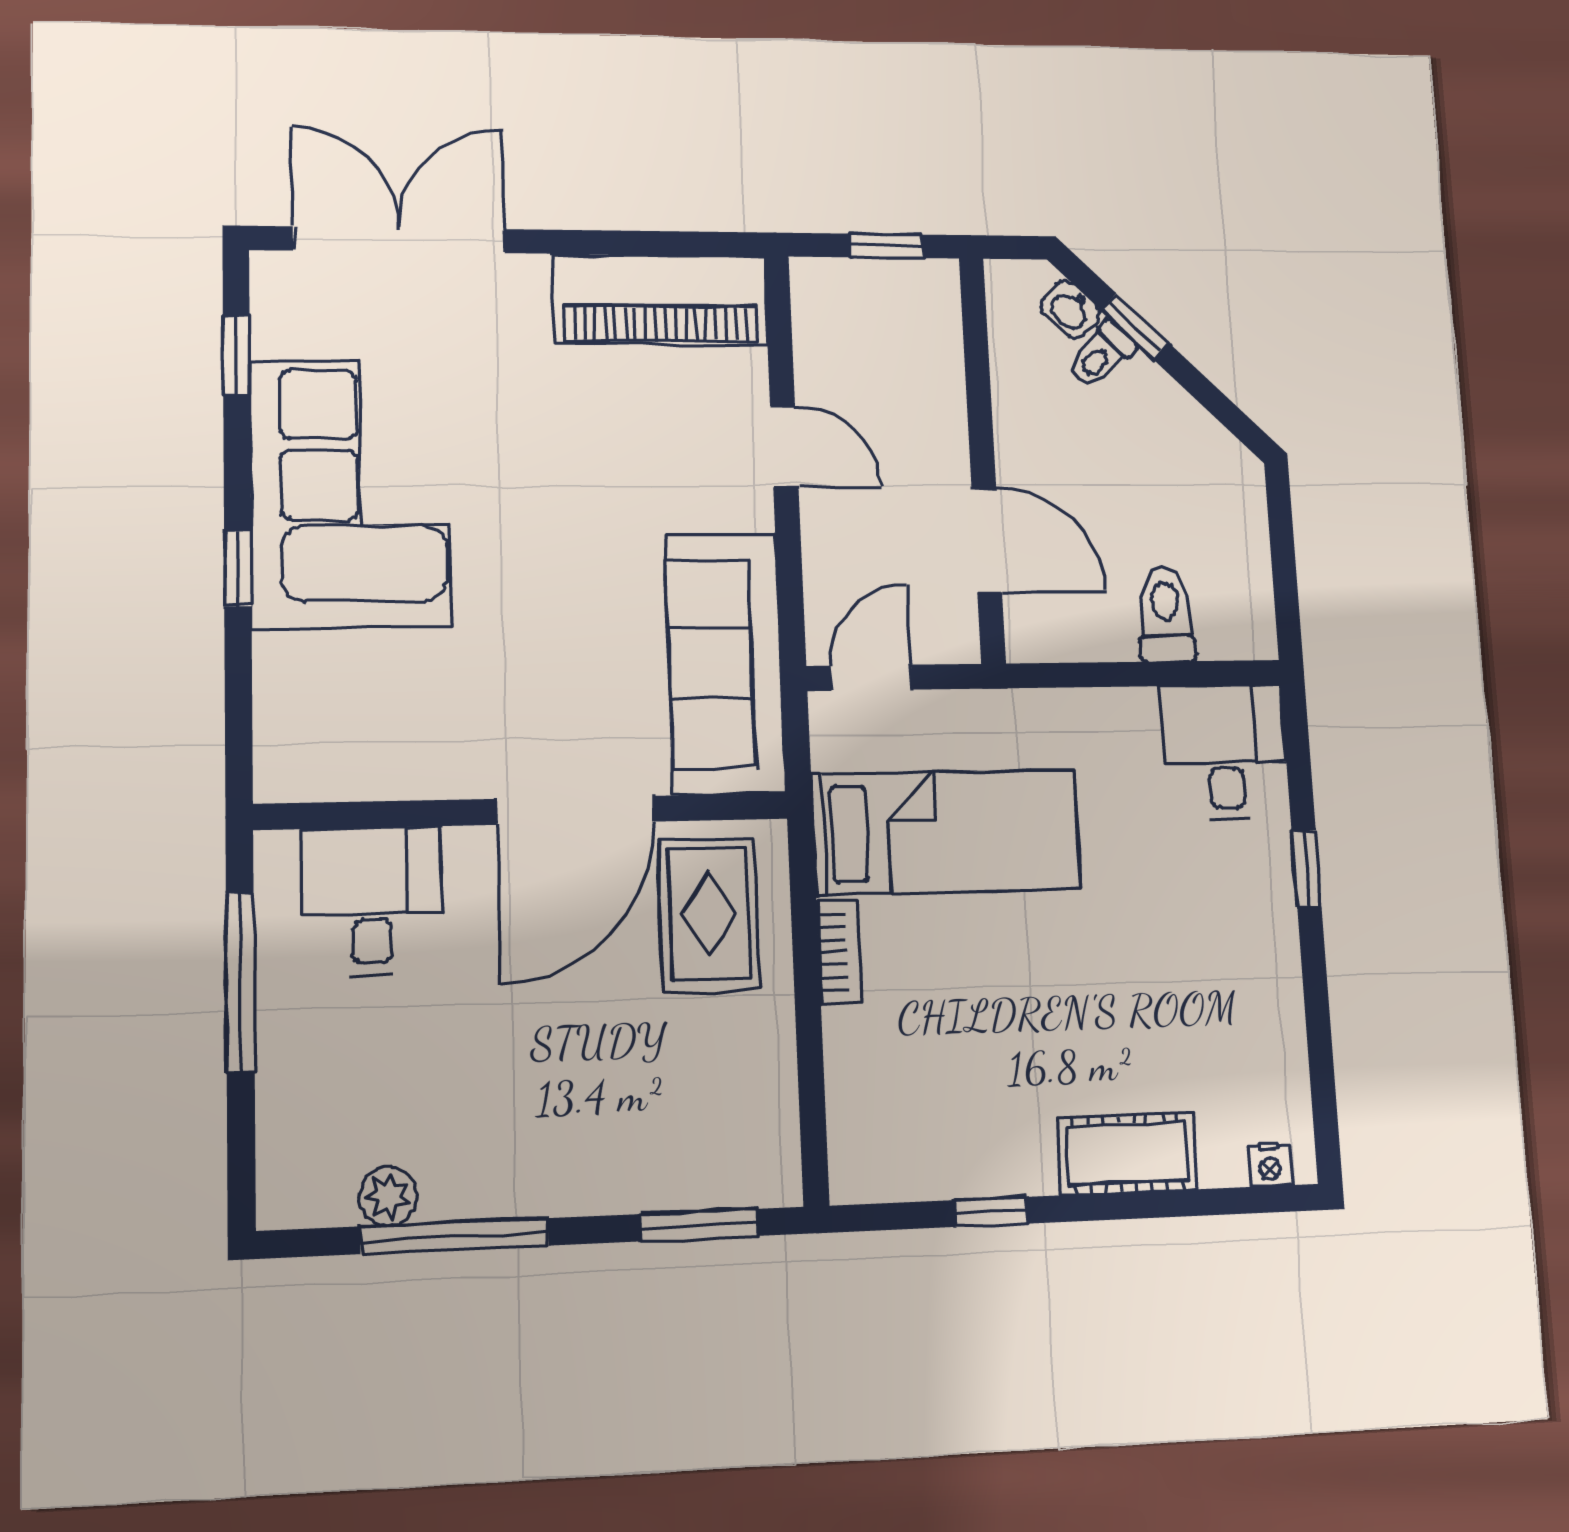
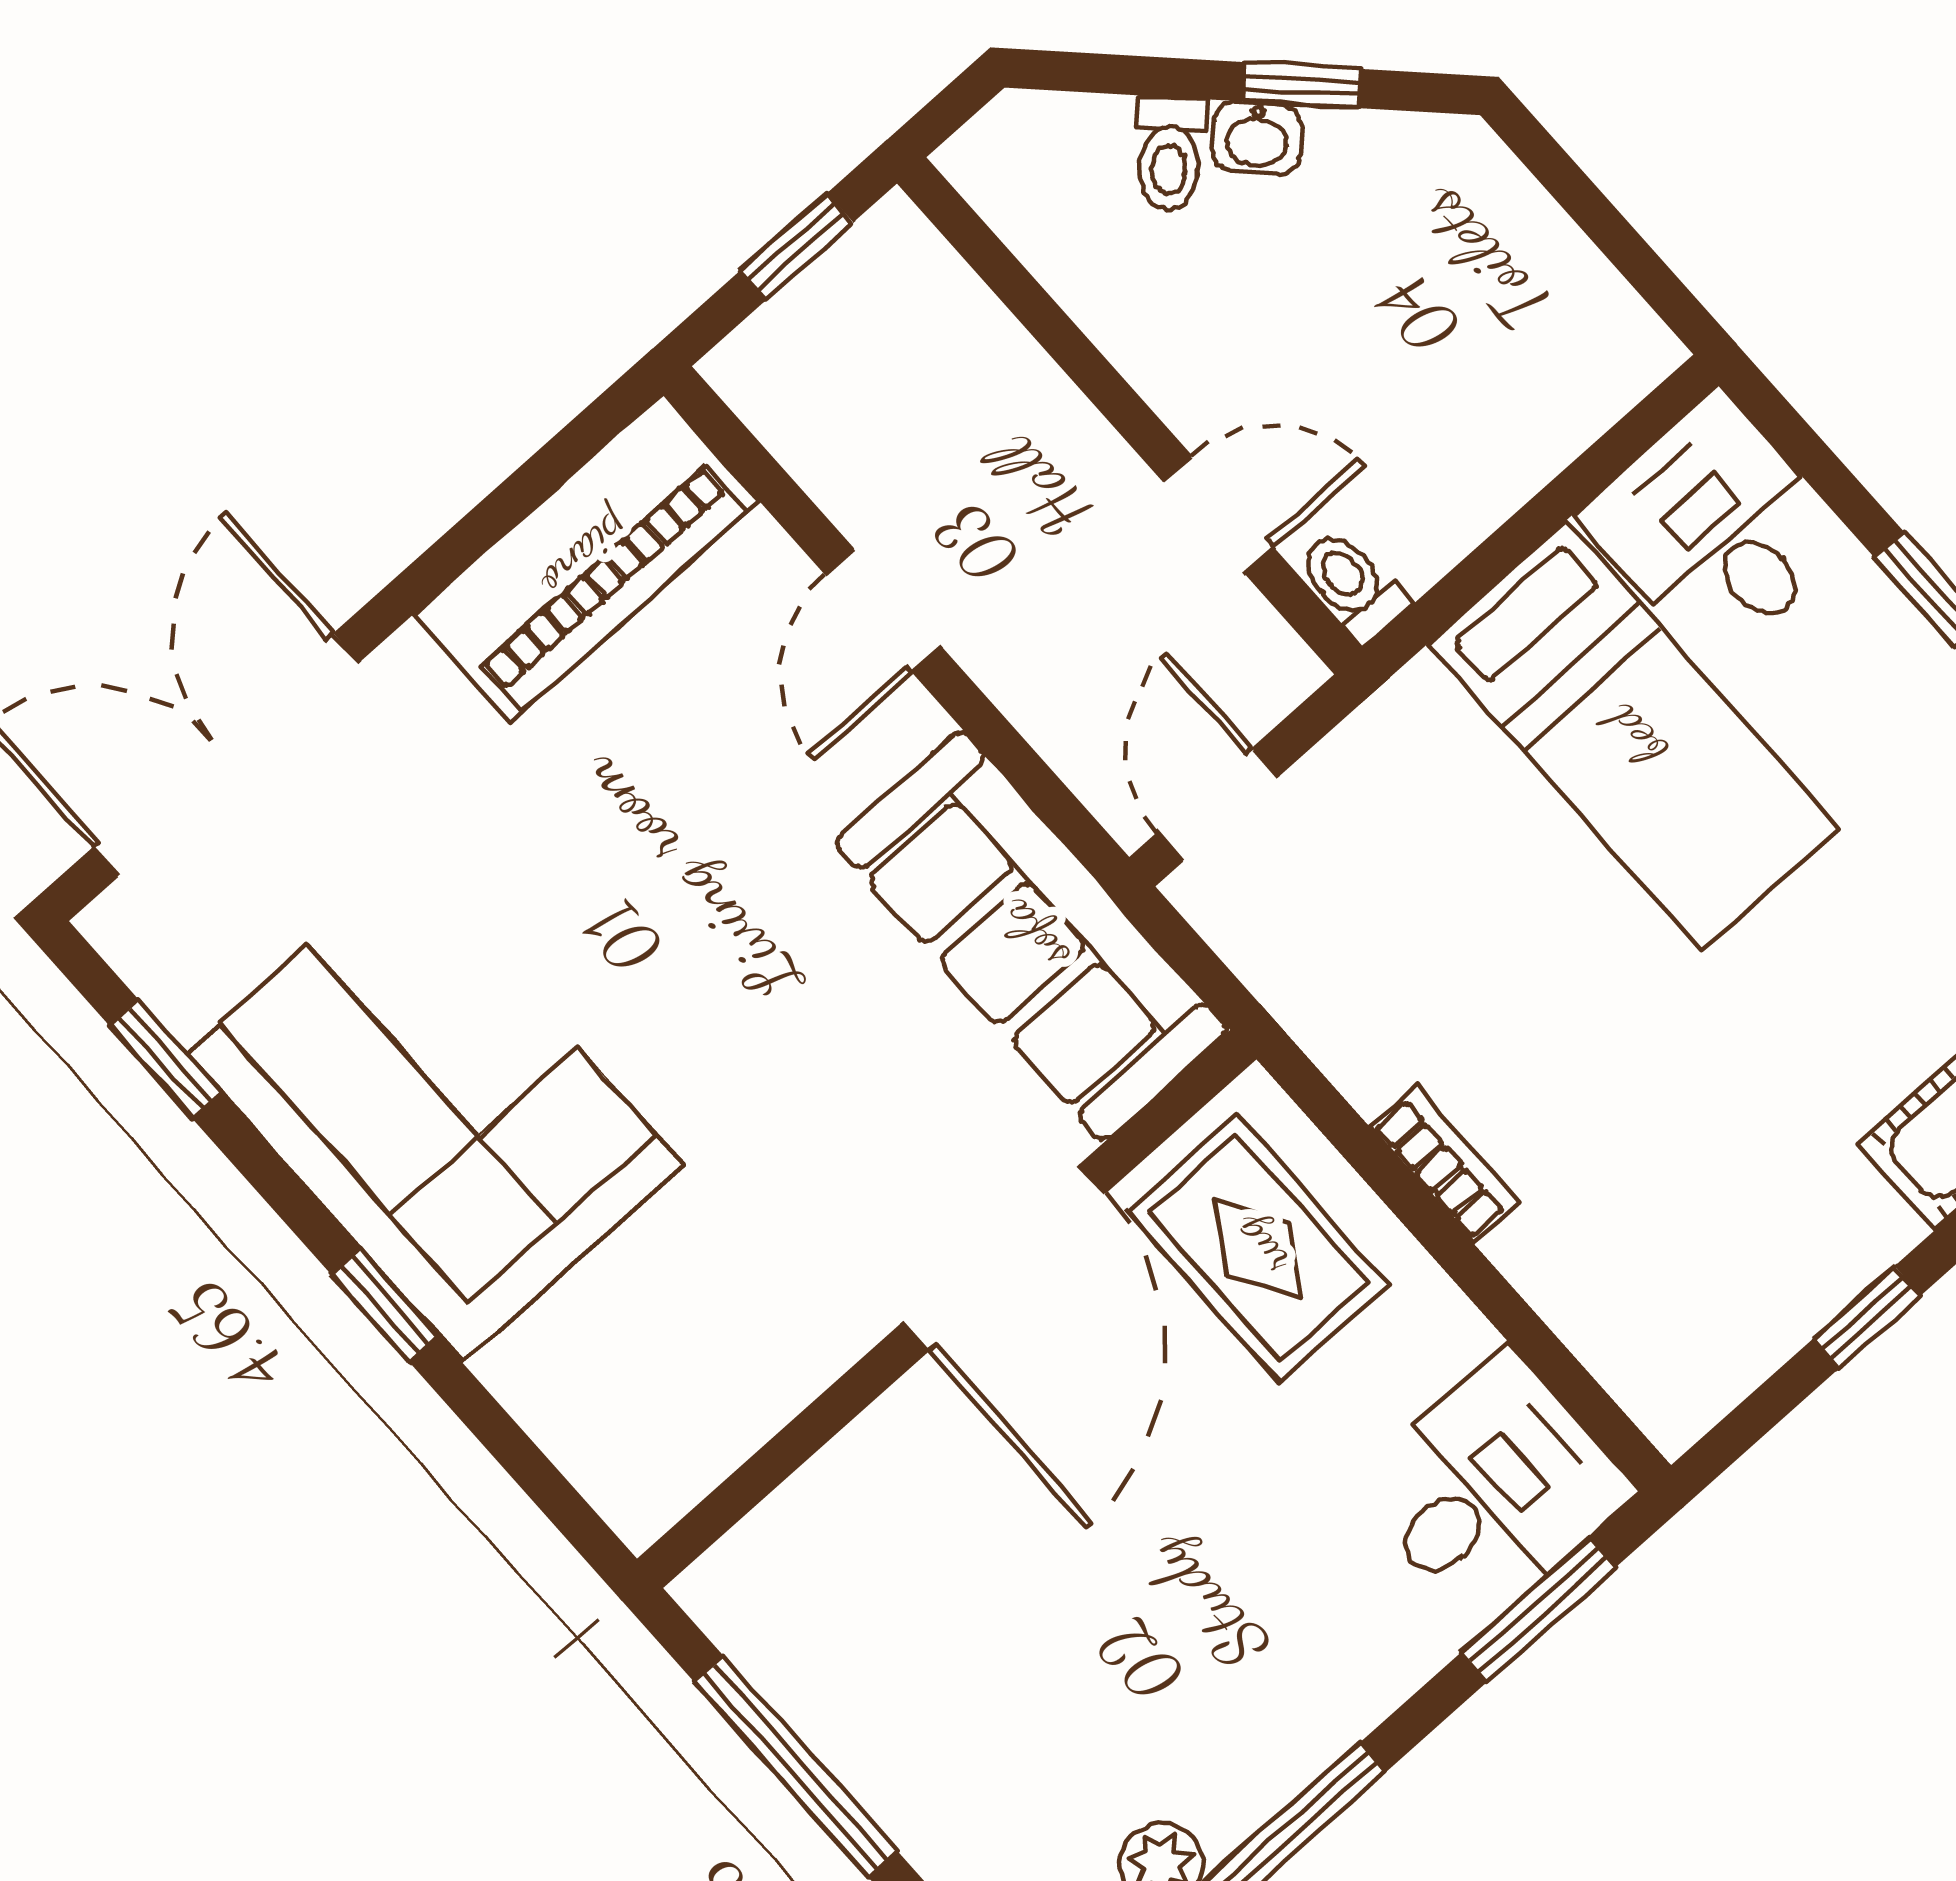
washbasin: (1070, 310) -> (1257, 138), moved
window: (1135, 326) -> (1301, 85), moved
door: (784, 447) -> (883, 610), swing flipped
door: (987, 540) -> (1218, 514), width x0.73
toilet: (1166, 614) -> (1352, 585), moved, width x0.73, depth x0.72
bed: (946, 832) -> (1634, 736), moved, turned 90
desk: (372, 901) -> (1493, 1489), moved, turned 90

